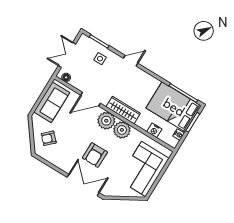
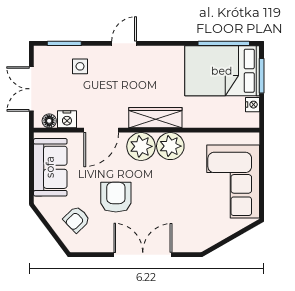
nightstand: (154, 130) -> (67, 119), moved
armchair: (95, 155) -> (116, 197), moved, turned 180
double door: (83, 185) -> (143, 255), moved

